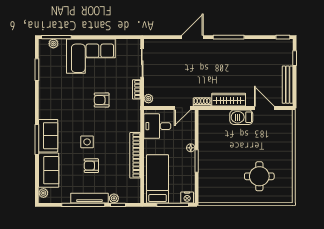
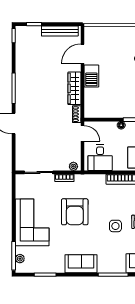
armchair: (102, 100) -> (75, 212), width x1.88, depth x1.88
sofa: (48, 136) -> (81, 264), moved

